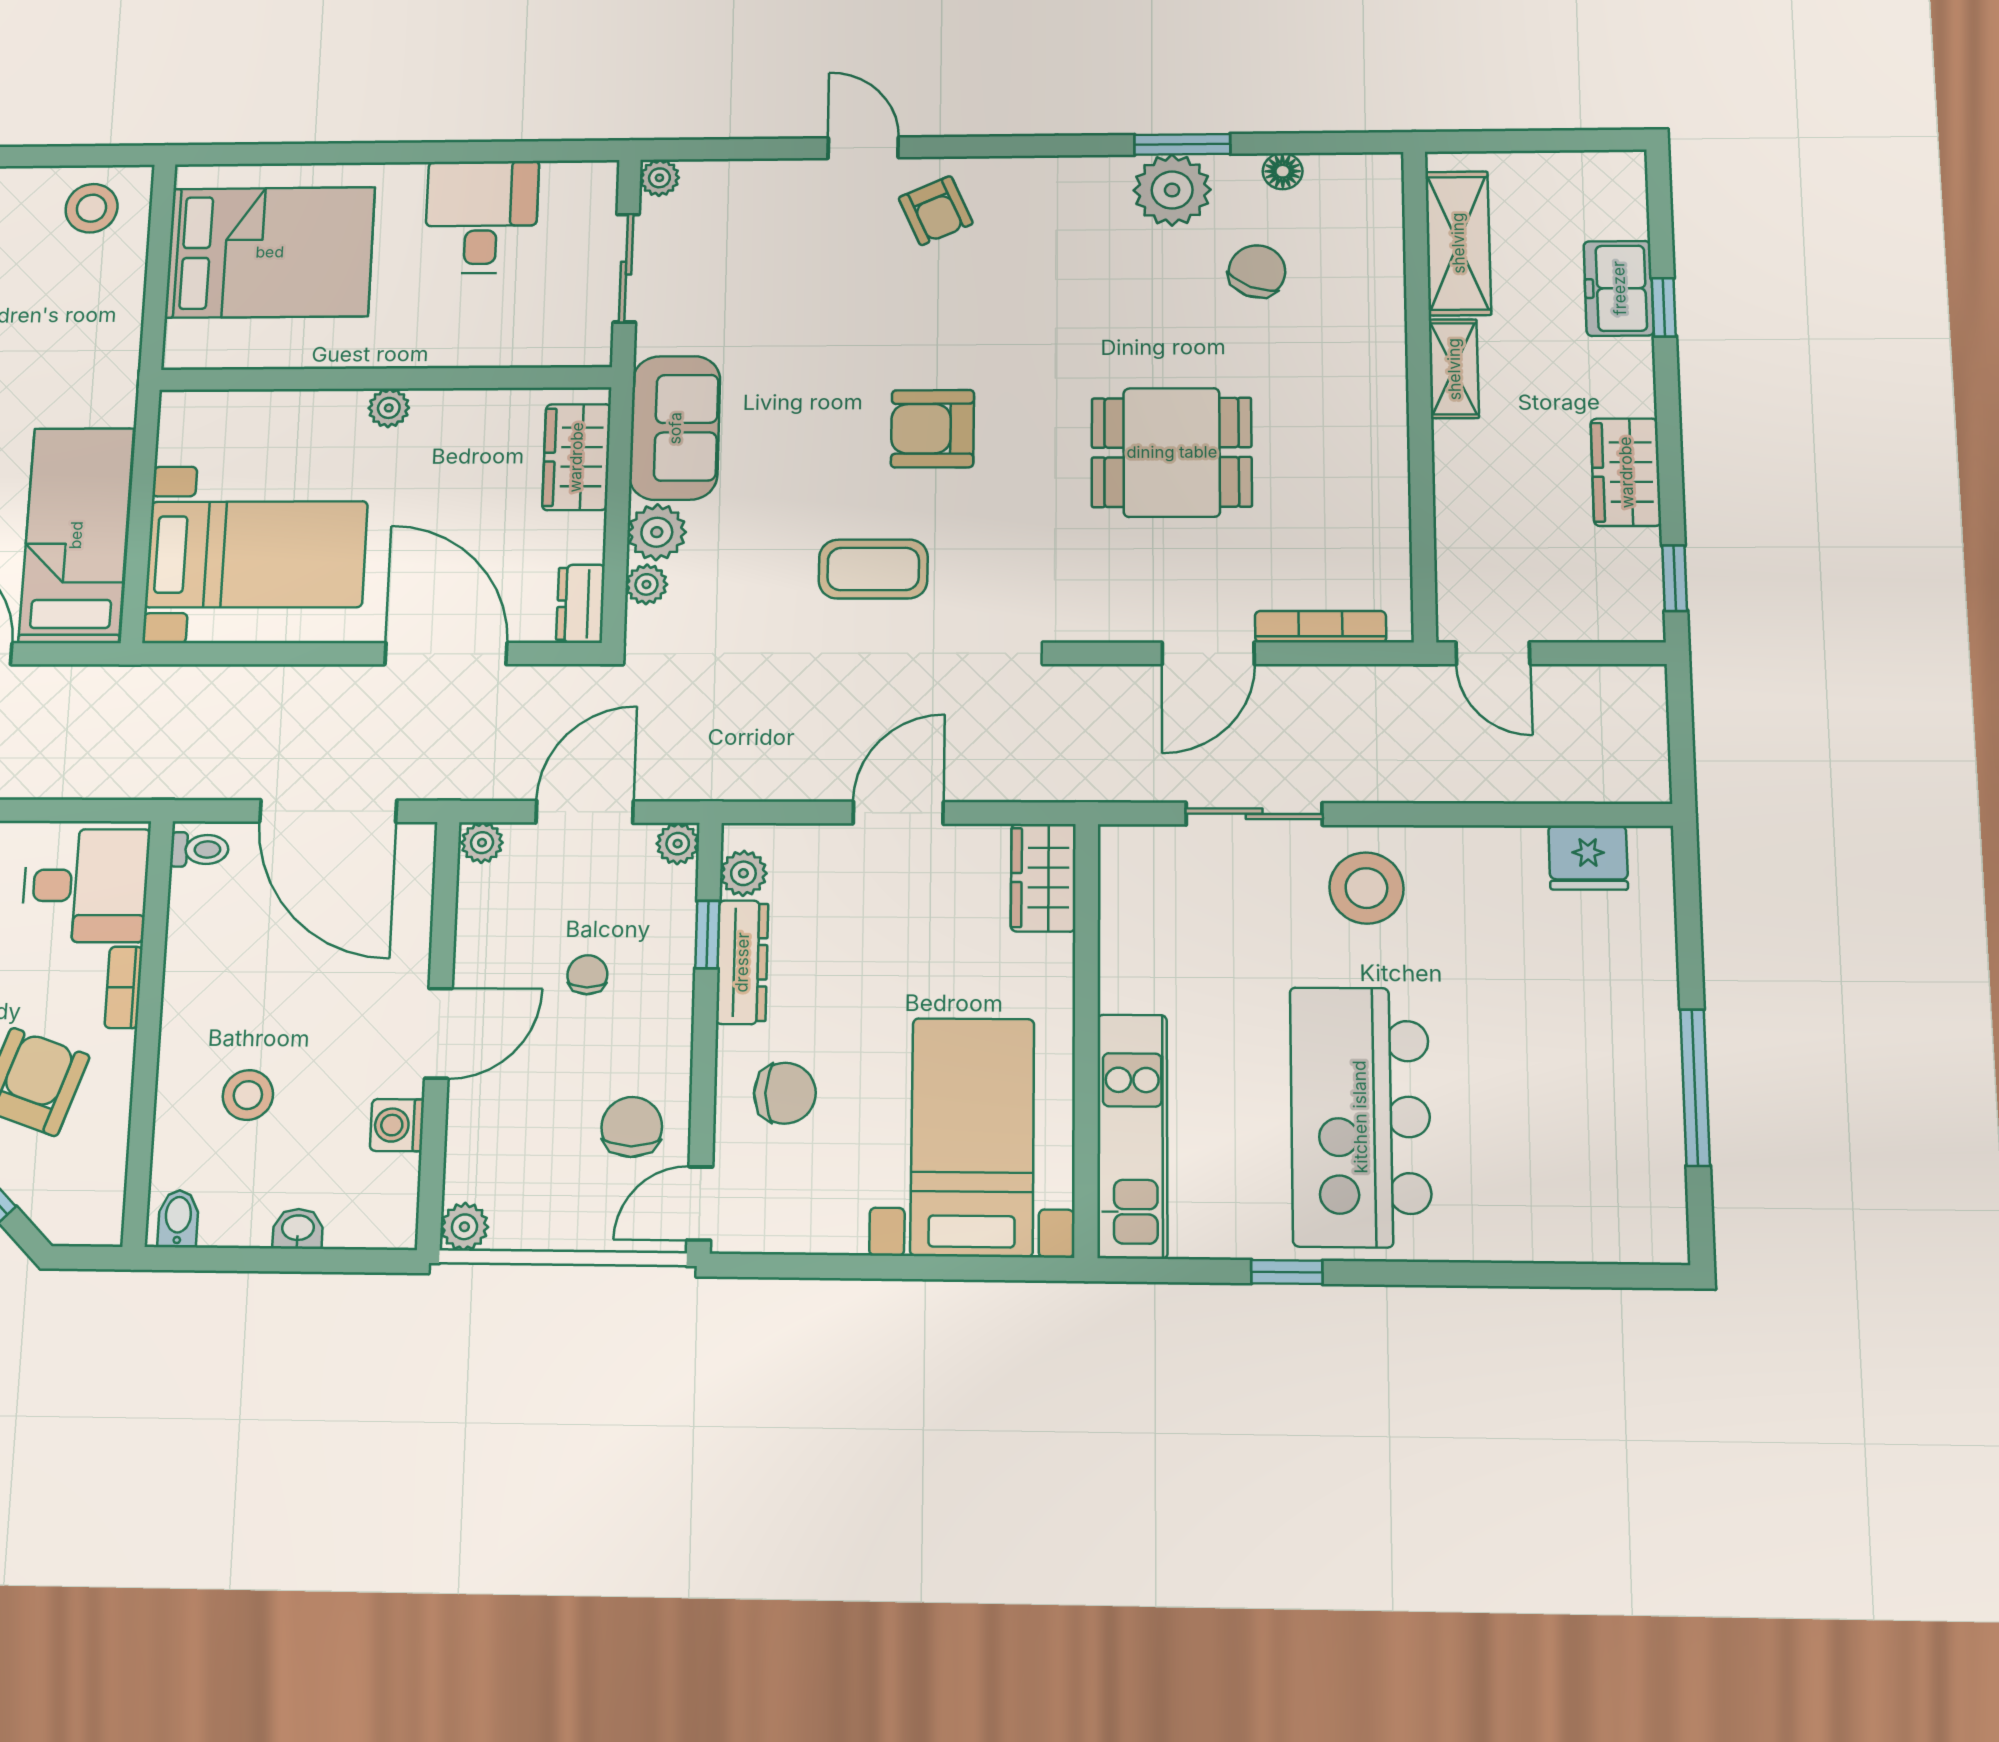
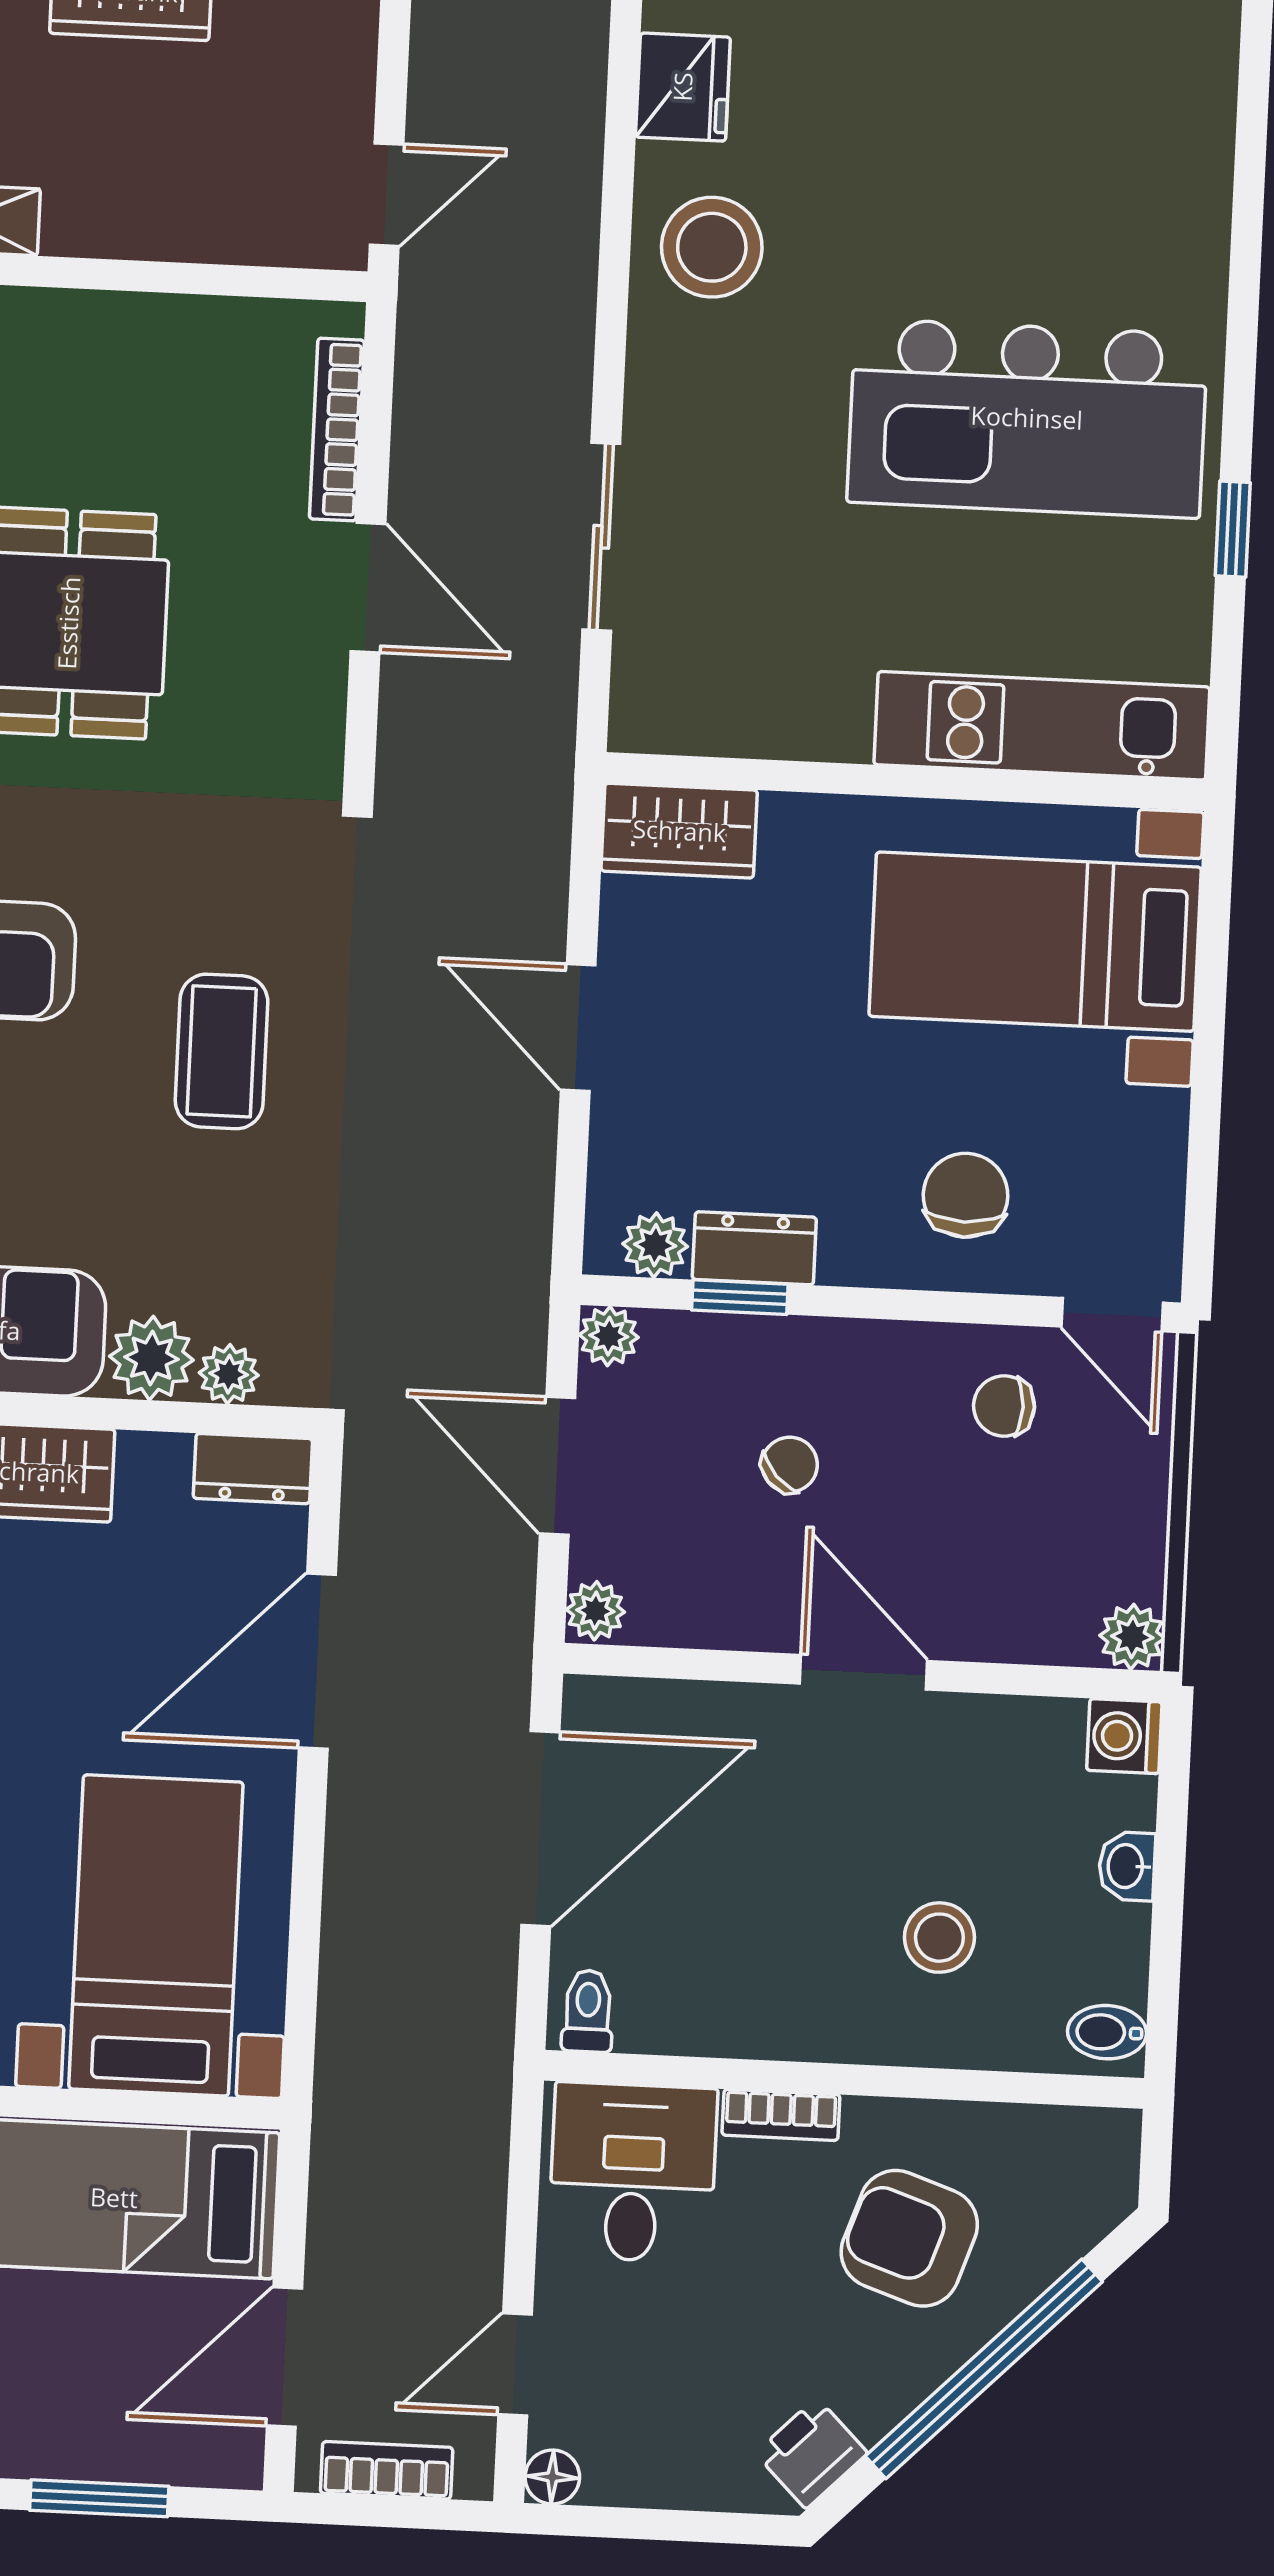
stool: (1366, 888) -> (712, 247), moved
dresser: (742, 962) -> (754, 1248), width x0.70
chair: (587, 975) -> (790, 1465), turned 137
washing machine: (397, 1125) -> (1124, 1736), moved, turned 90
chair: (632, 1127) -> (1004, 1406), width x0.73, depth x0.73

